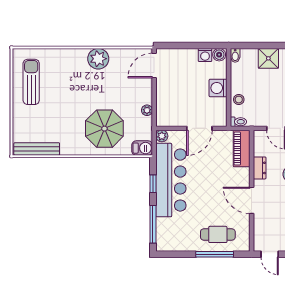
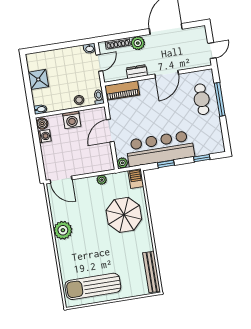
sun lounger: (31, 82) -> (93, 286), width x1.36, depth x1.34
door: (199, 128) -> (110, 131), swing flipped
window: (153, 224) -> (202, 158), width x0.46

